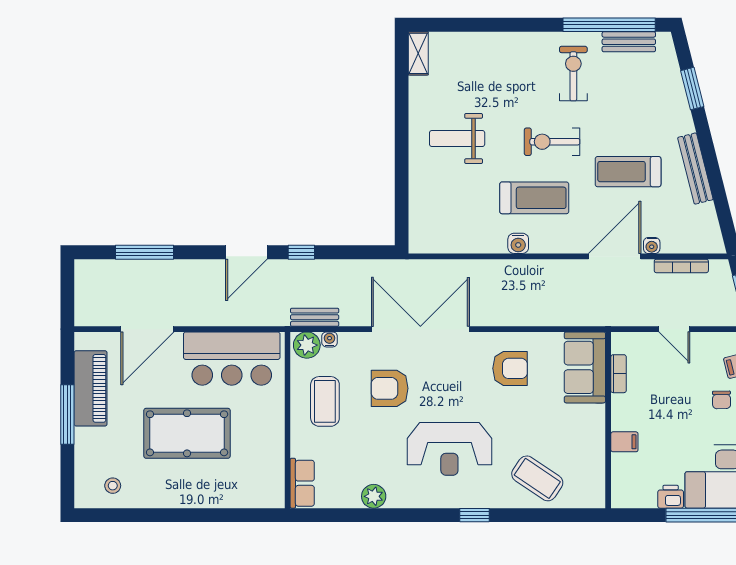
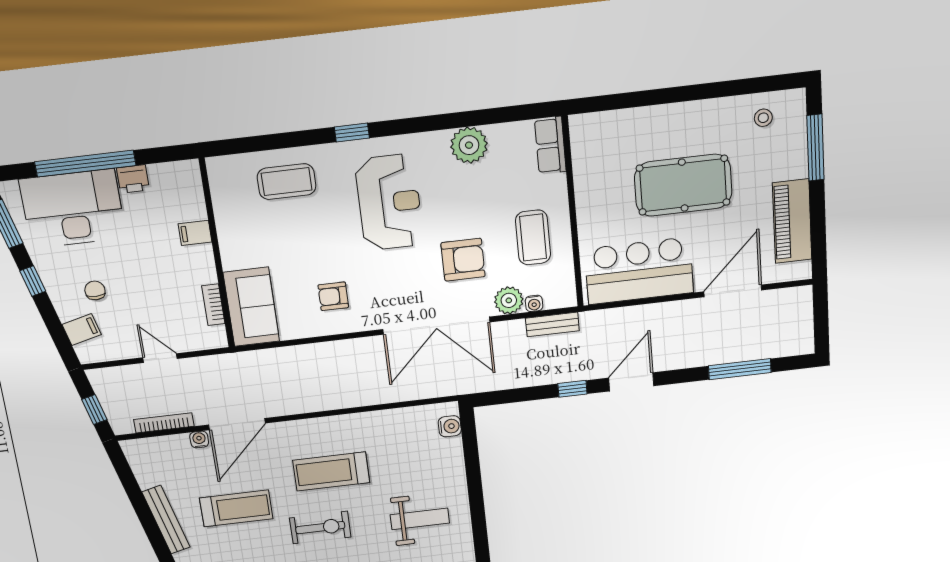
water cooler: (518, 243) -> (450, 426), moved, turned 90
plant: (307, 345) -> (509, 300), moved
armchair: (510, 368) -> (333, 296), width x0.72, depth x0.72
window: (67, 414) -> (815, 148), moved
reception desk: (449, 449) -> (389, 202), turned 90
coffee table: (537, 478) -> (287, 182), turned -34
plant: (374, 496) -> (469, 145), width x1.36, depth x1.36

